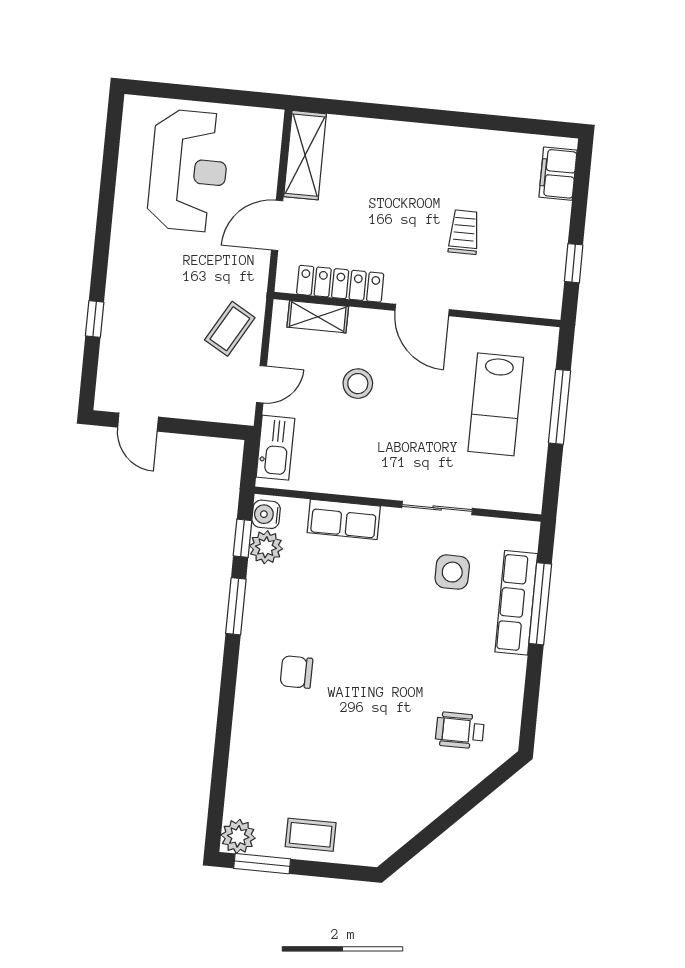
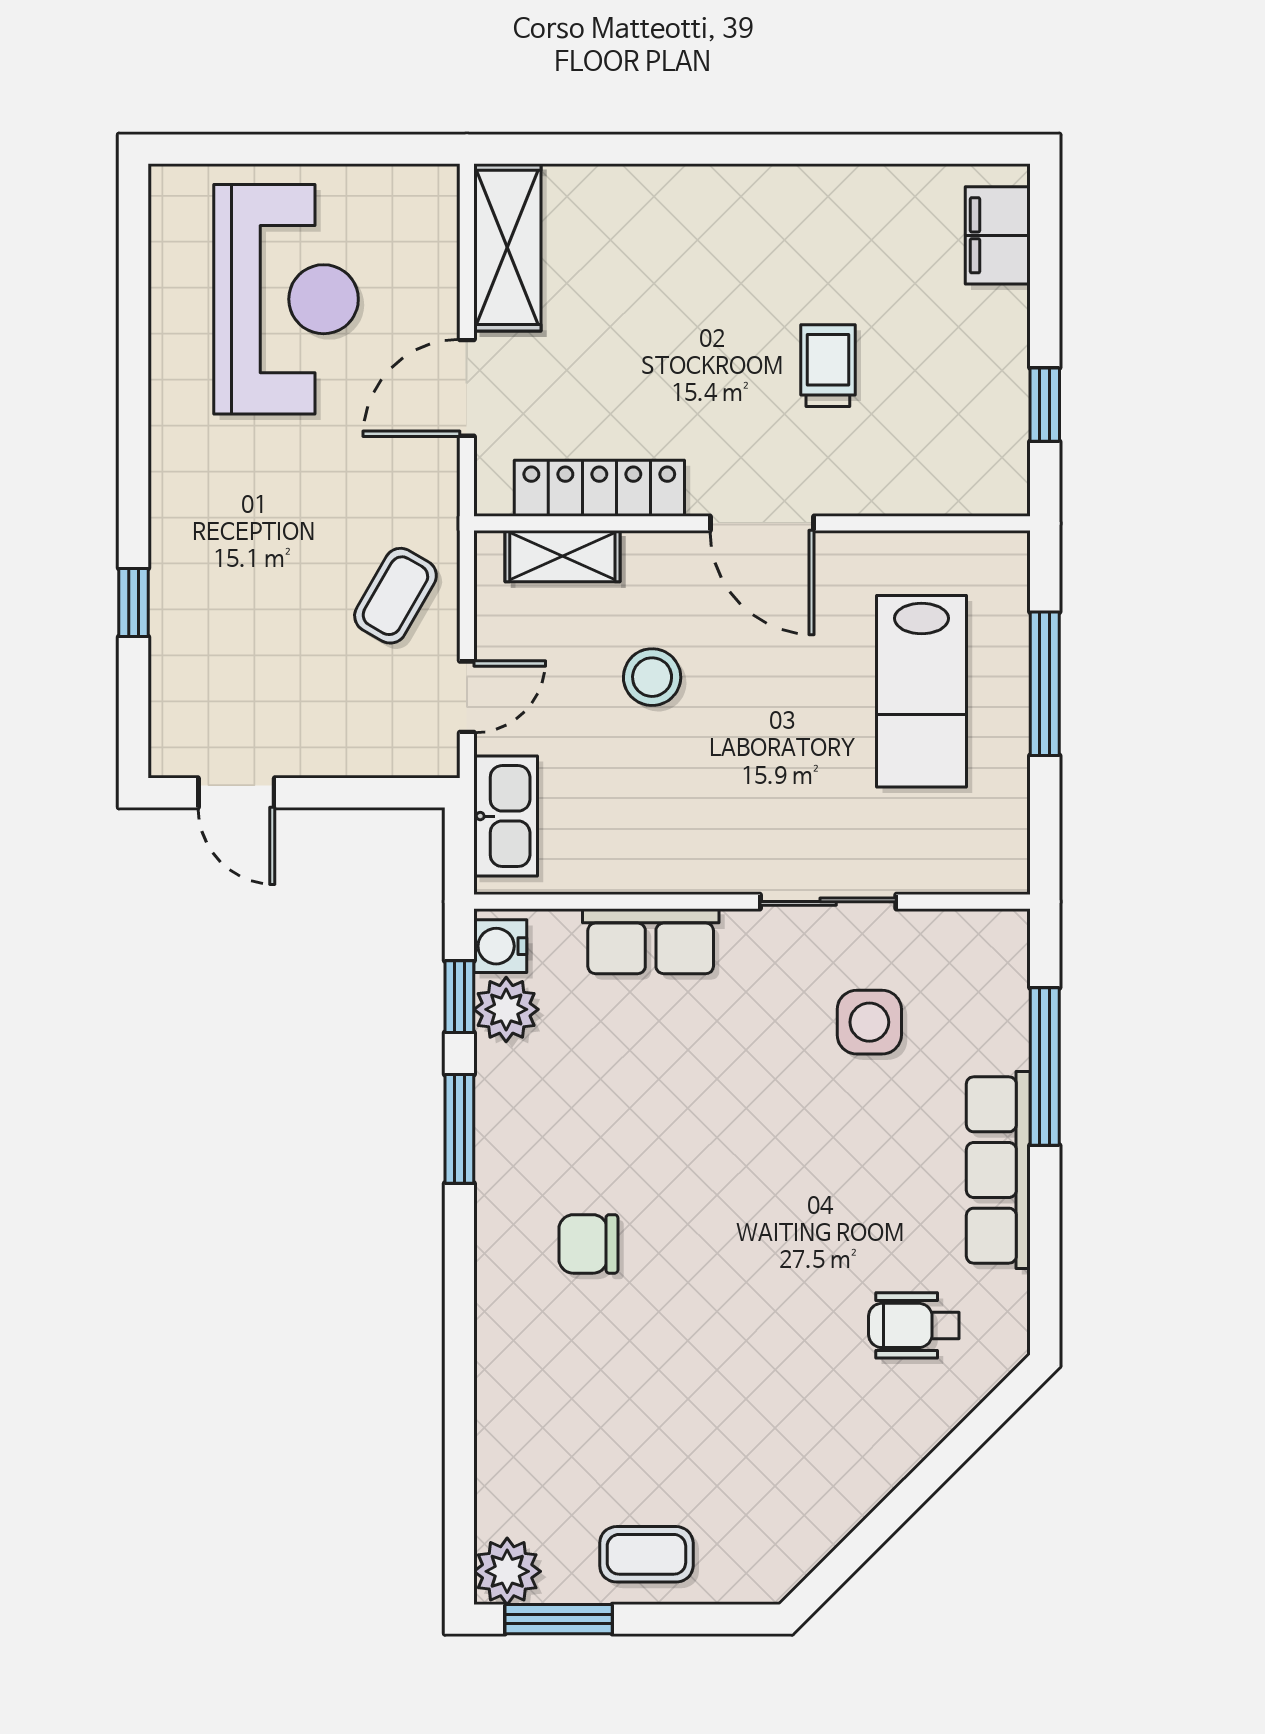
row of seats: (516, 603) -> (998, 1170), moved

